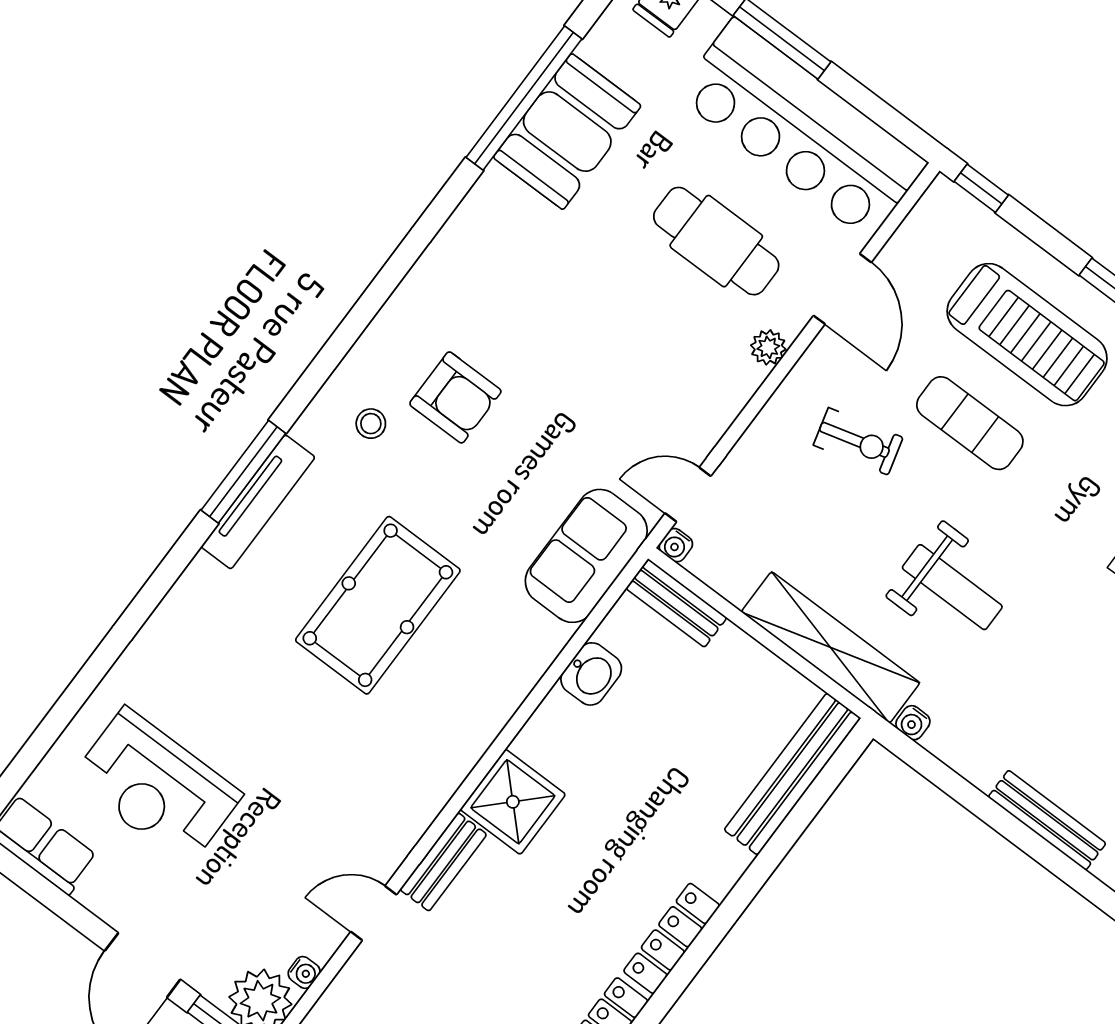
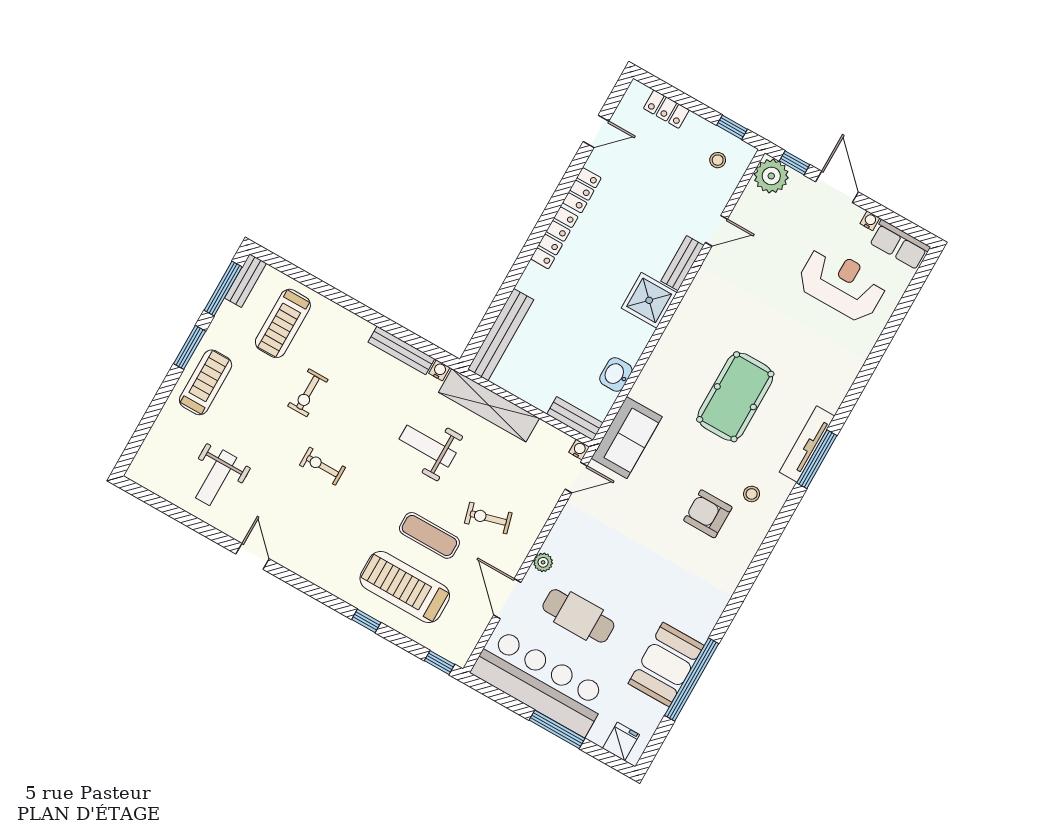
bench: (1047, 820) -> (401, 350), moved
water cooler: (304, 972) -> (870, 221), moved, turned 90

